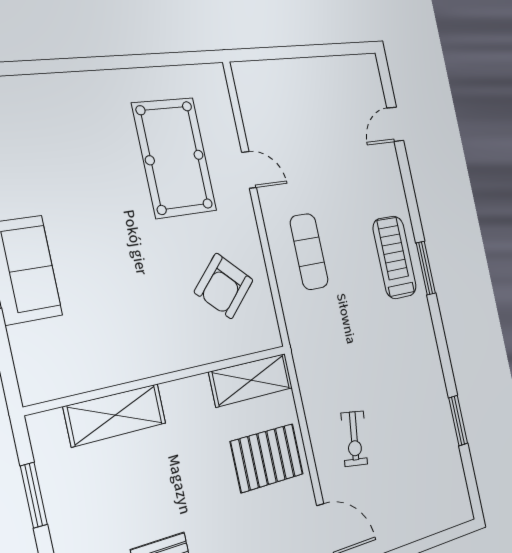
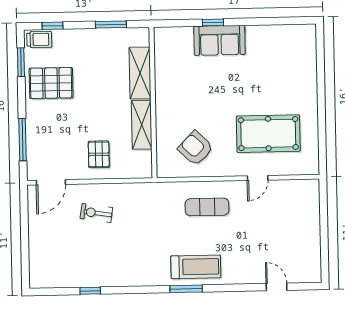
shelving: (251, 380) -> (142, 125), moved
window: (458, 421) -> (90, 291), width x0.67
pallet: (267, 458) -> (99, 154), width x0.67, depth x0.71

